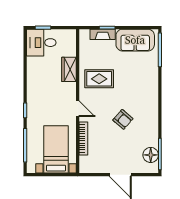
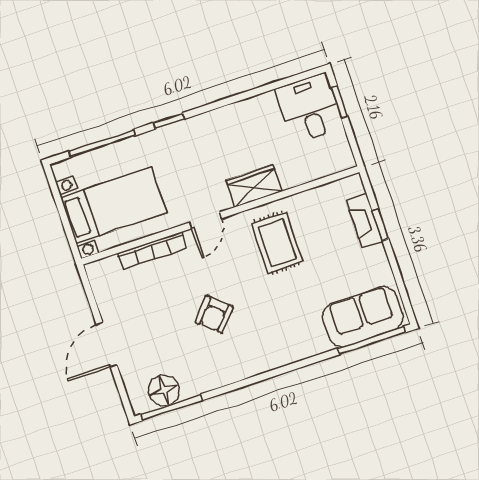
sofa: (135, 40) -> (363, 317), moved, turned 90
wardrobe: (69, 69) -> (254, 186), moved

